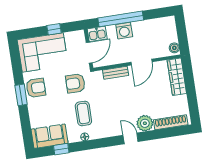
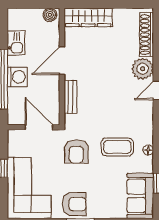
kitchen sink: (97, 34) -> (16, 43), moved
door: (142, 62) -> (62, 61), swing flipped
armchair: (36, 88) -> (74, 204), turned 90

